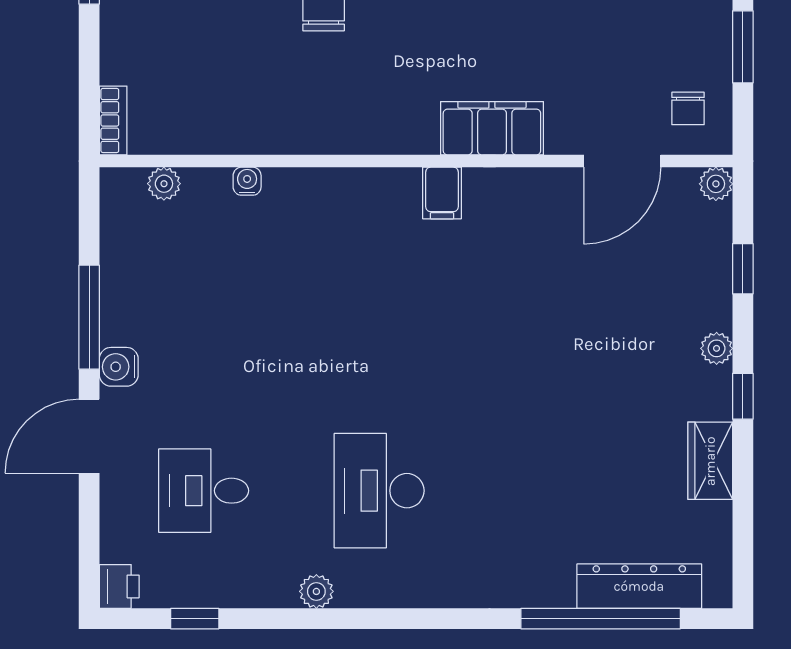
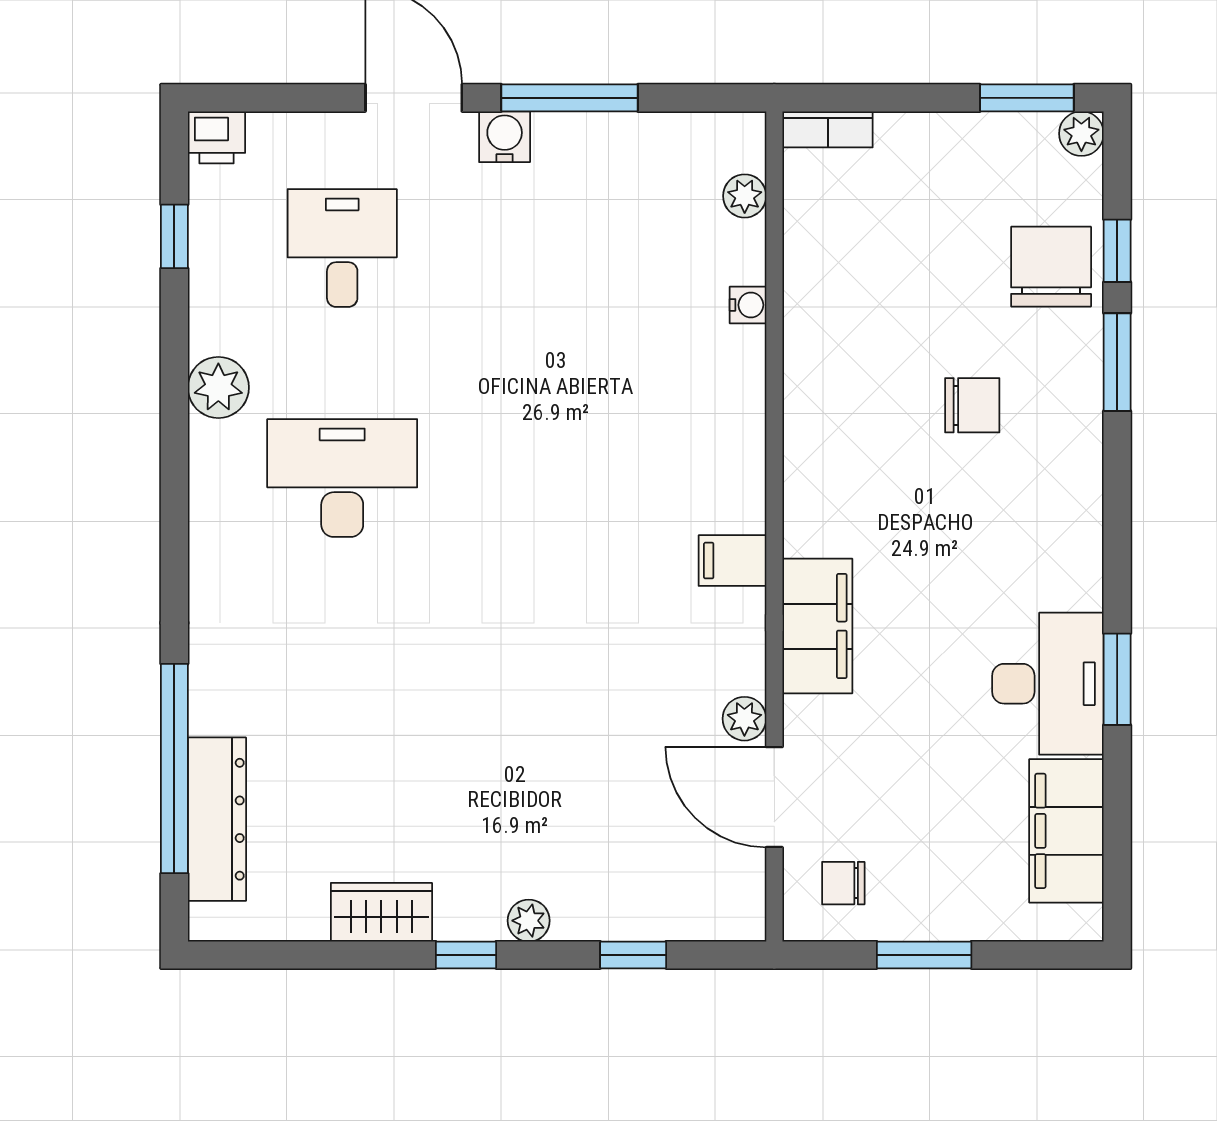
plant: (716, 184) -> (744, 719), moved
plant: (316, 591) -> (218, 387), width x1.38, depth x1.38

